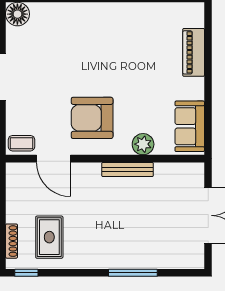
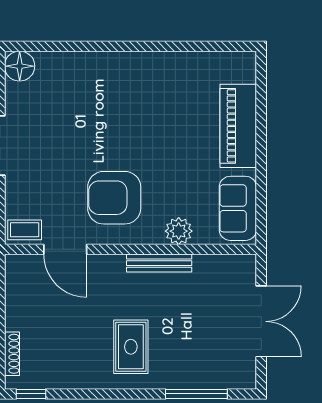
piano: (194, 52) -> (238, 126), width x1.37, depth x1.33
rug: (49, 237) -> (131, 347), moved
window: (133, 273) -> (196, 394), moved

